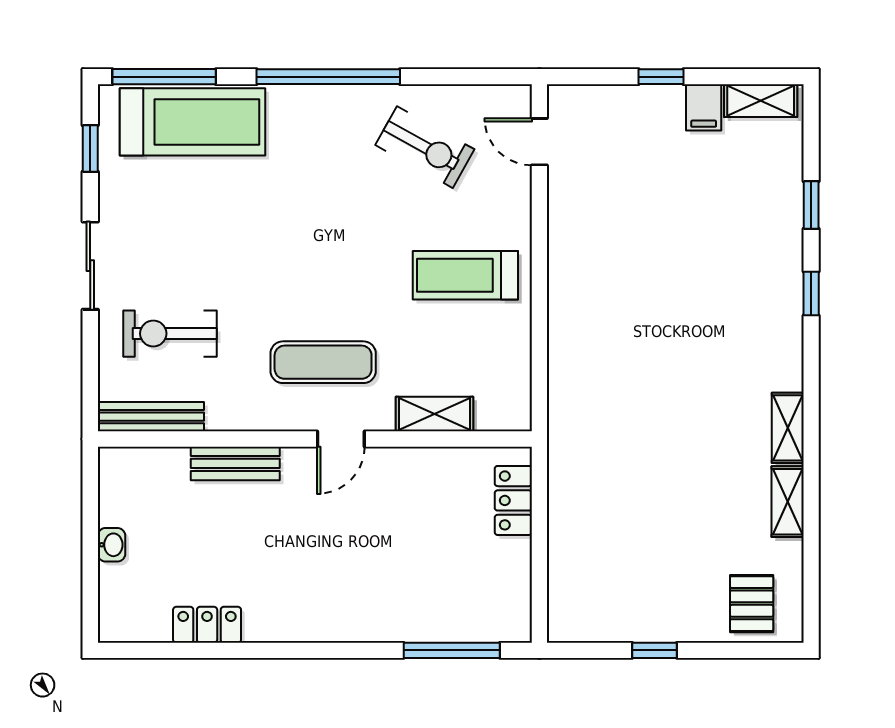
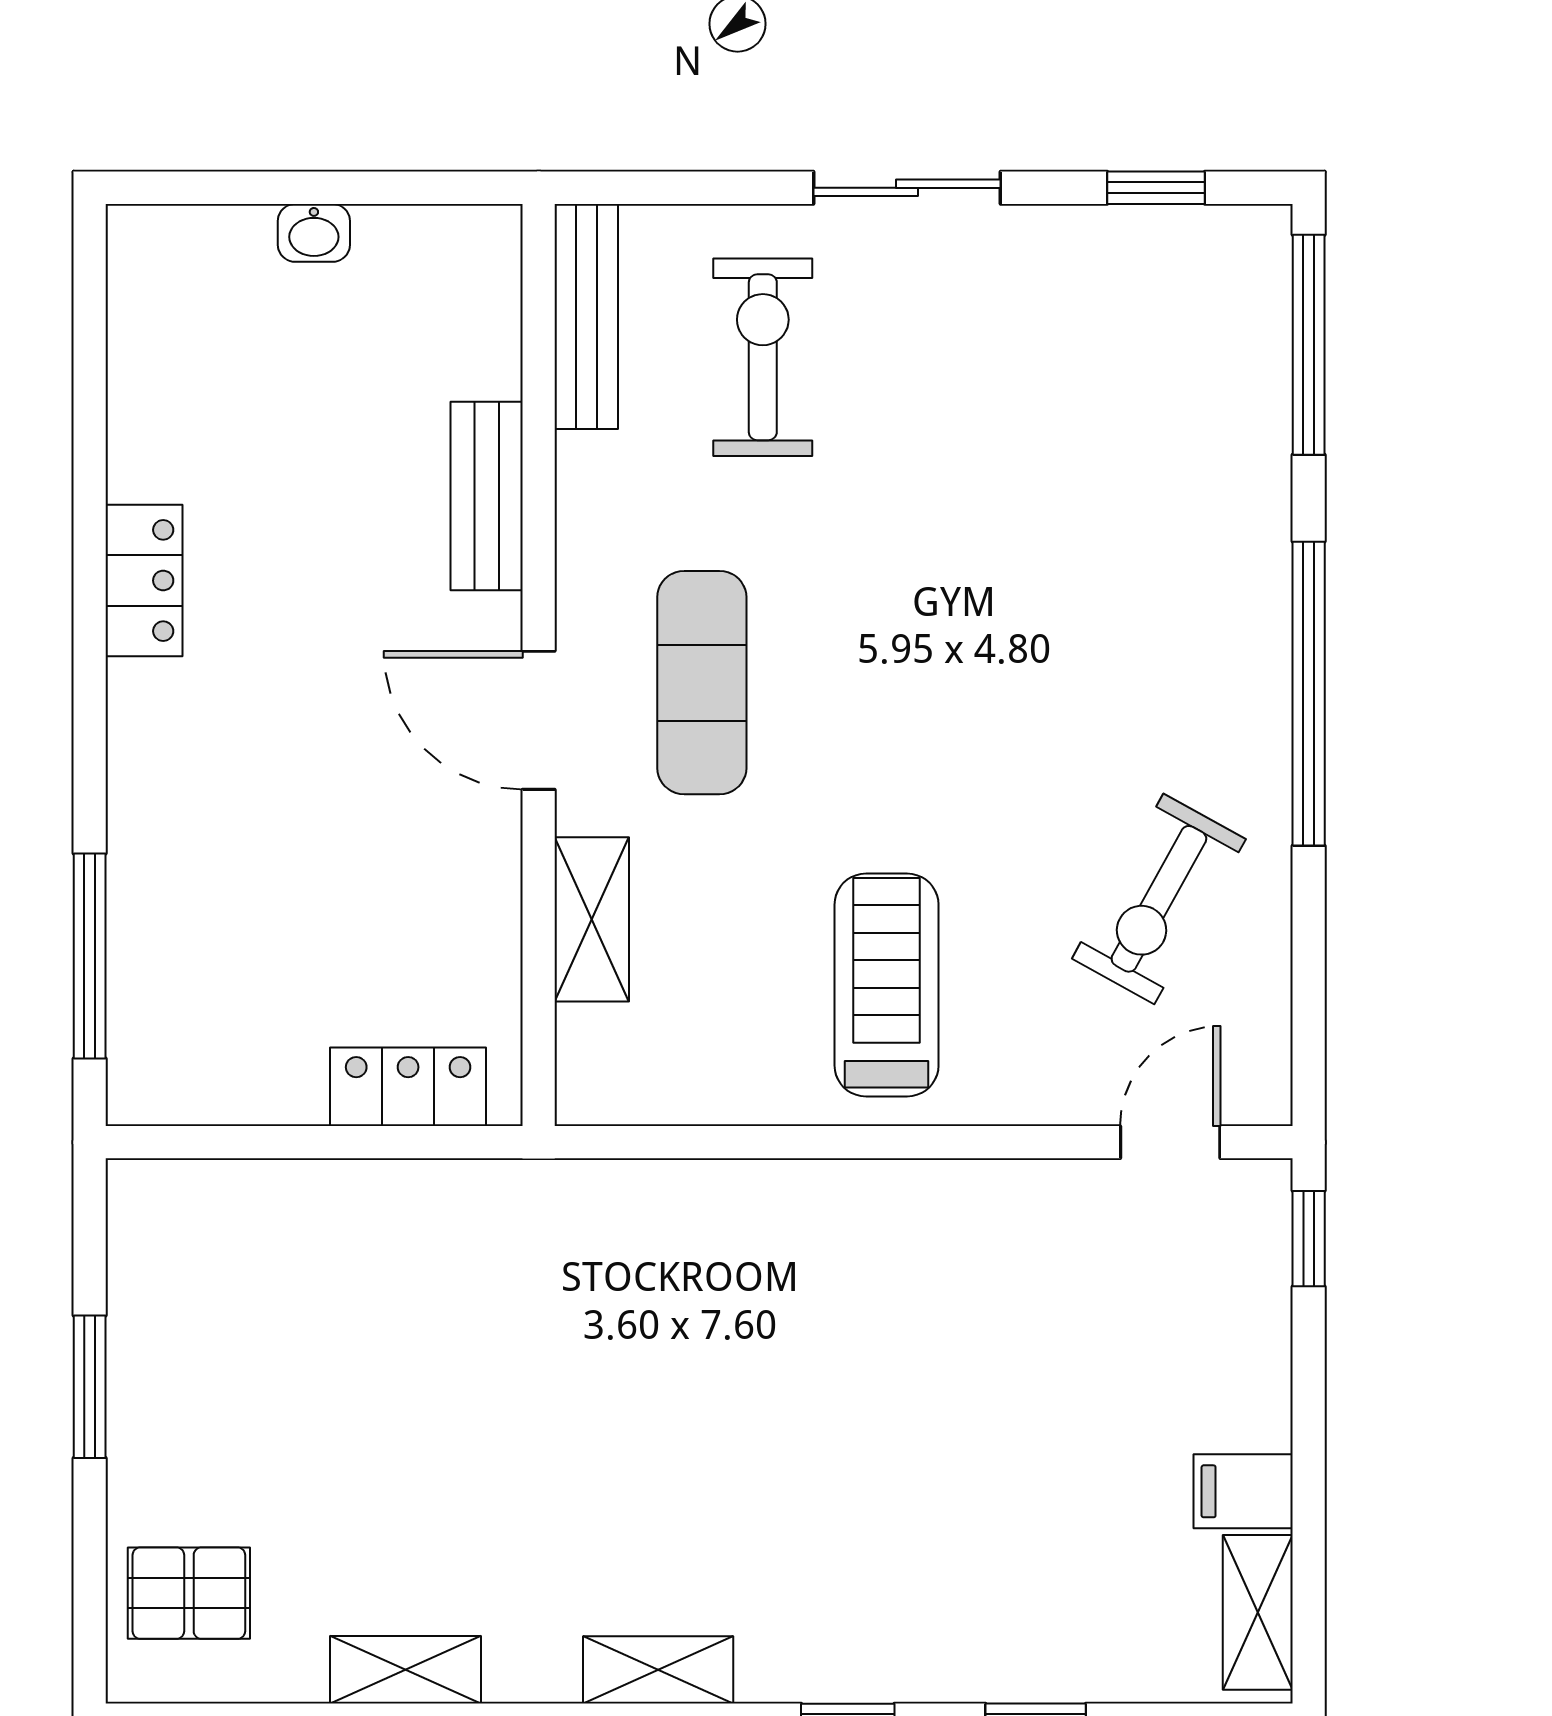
window: (661, 77) -> (1309, 1239), moved
treadmill: (192, 122) -> (1212, 405), removed
shelving: (788, 428) -> (658, 1670), moved
door: (341, 439) -> (539, 720), width x1.38
locker: (207, 625) -> (144, 581), moved
window: (654, 650) -> (90, 1387), width x1.50

